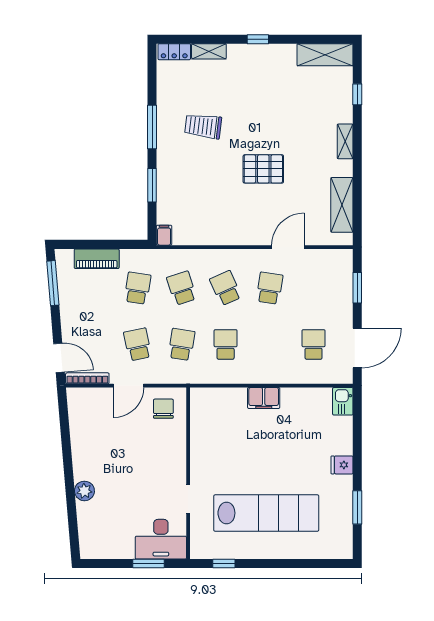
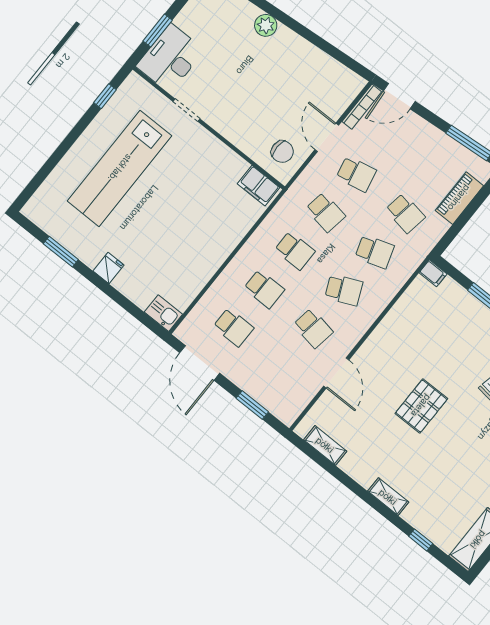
shelving: (342, 205) -> (325, 445), width x0.67, depth x0.75
school desk: (270, 344) -> (264, 289), added
filing cabinet: (264, 398) -> (259, 186), moved, turned -90

